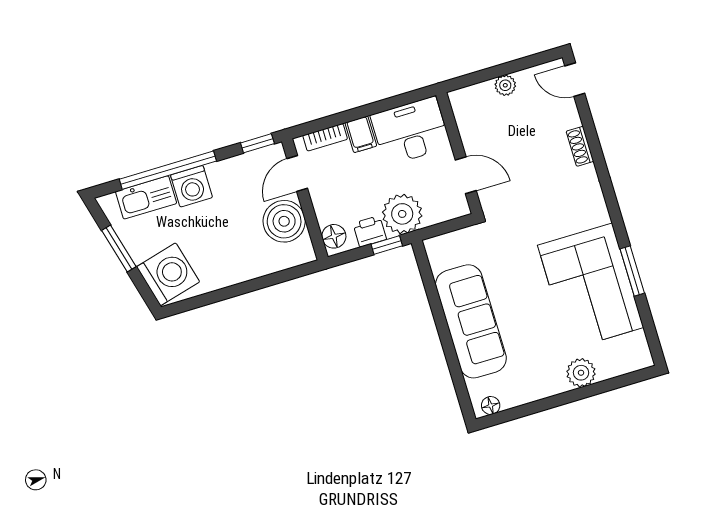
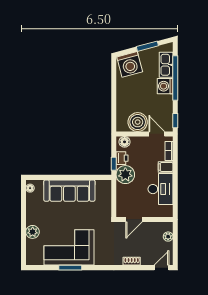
wall: (459, 153) -> (145, 219), moved
door: (466, 175) -> (134, 219), moved

